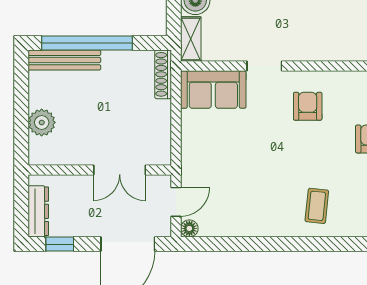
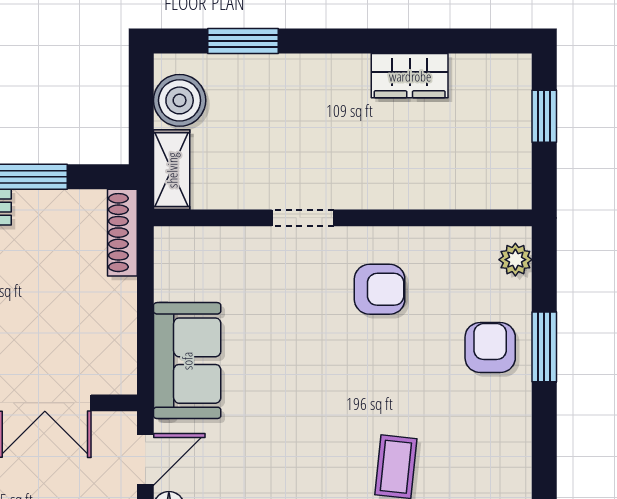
sofa: (213, 90) -> (187, 361), moved, turned -90
armchair: (308, 106) -> (380, 289), turned 90

